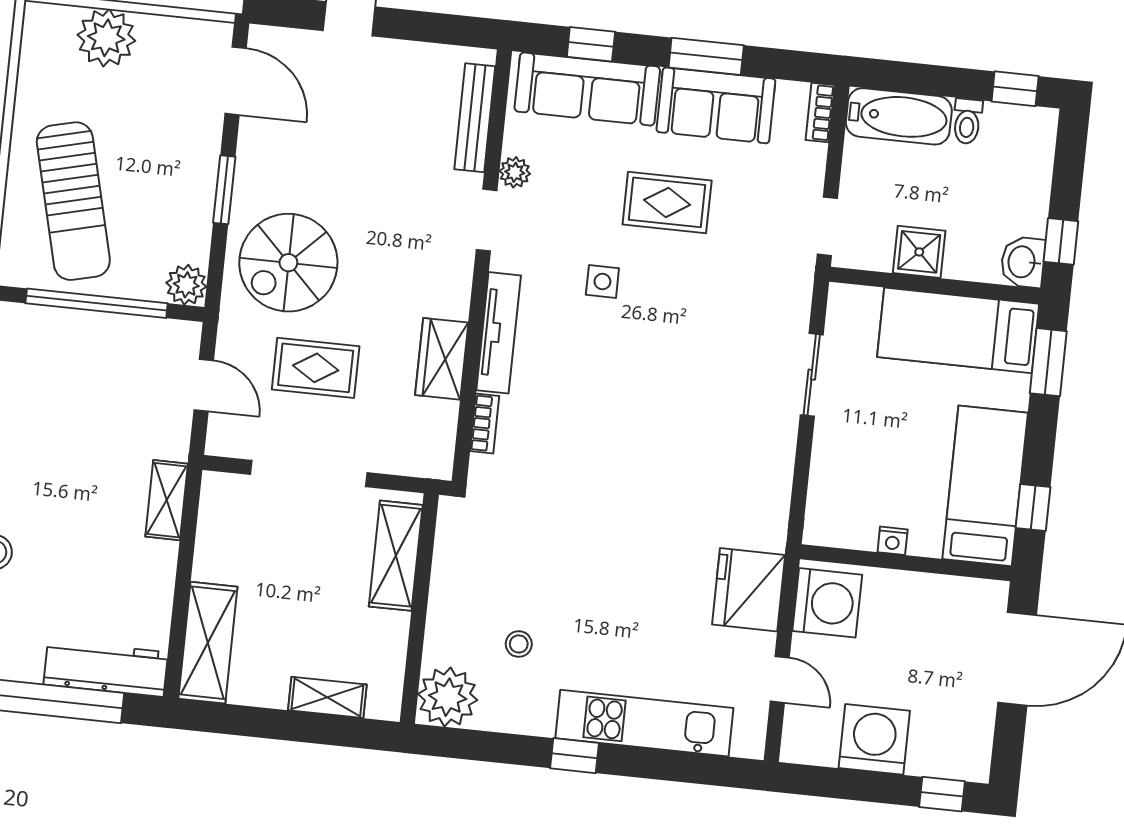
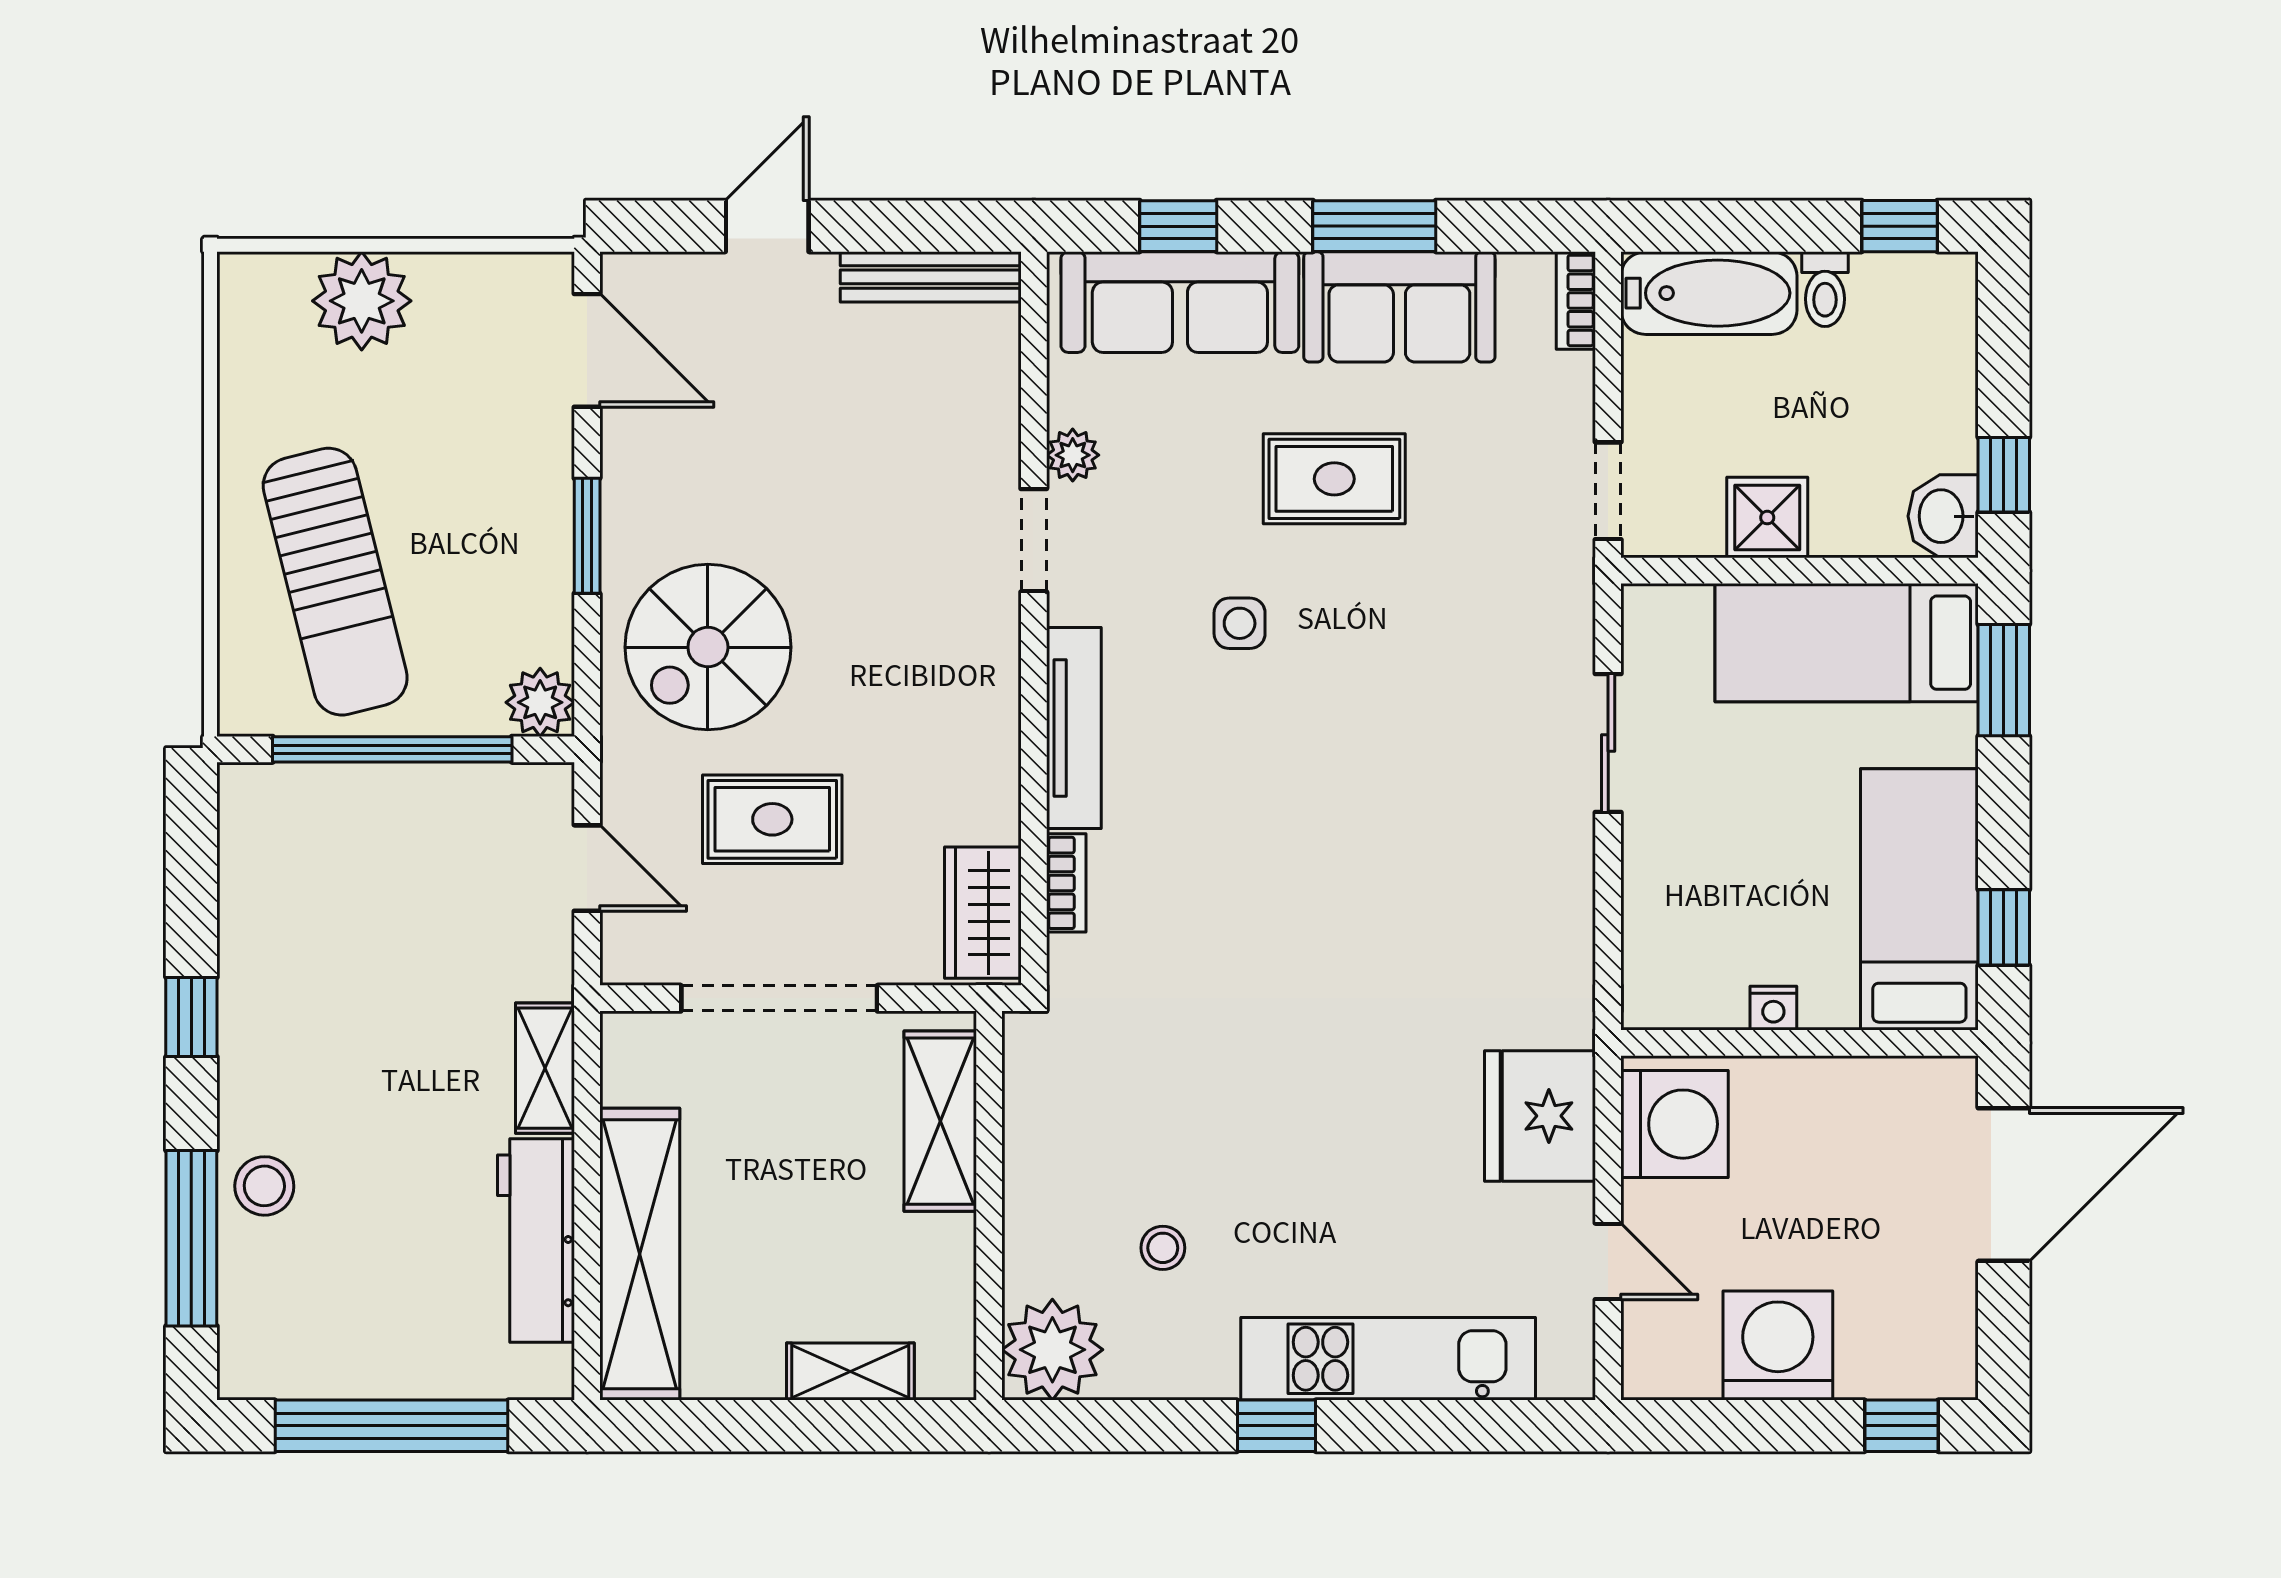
bench: (475, 118) -> (931, 277), moved, turned 90
wardrobe: (442, 359) -> (983, 913), moved
shelving: (208, 643) -> (640, 1254), width x1.47
workbench: (106, 668) -> (536, 1241), moved, turned -90

